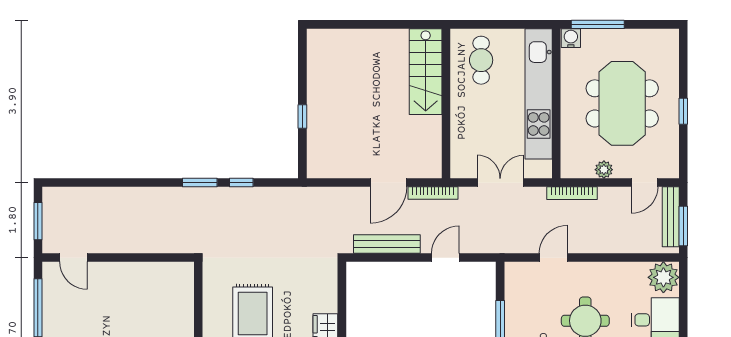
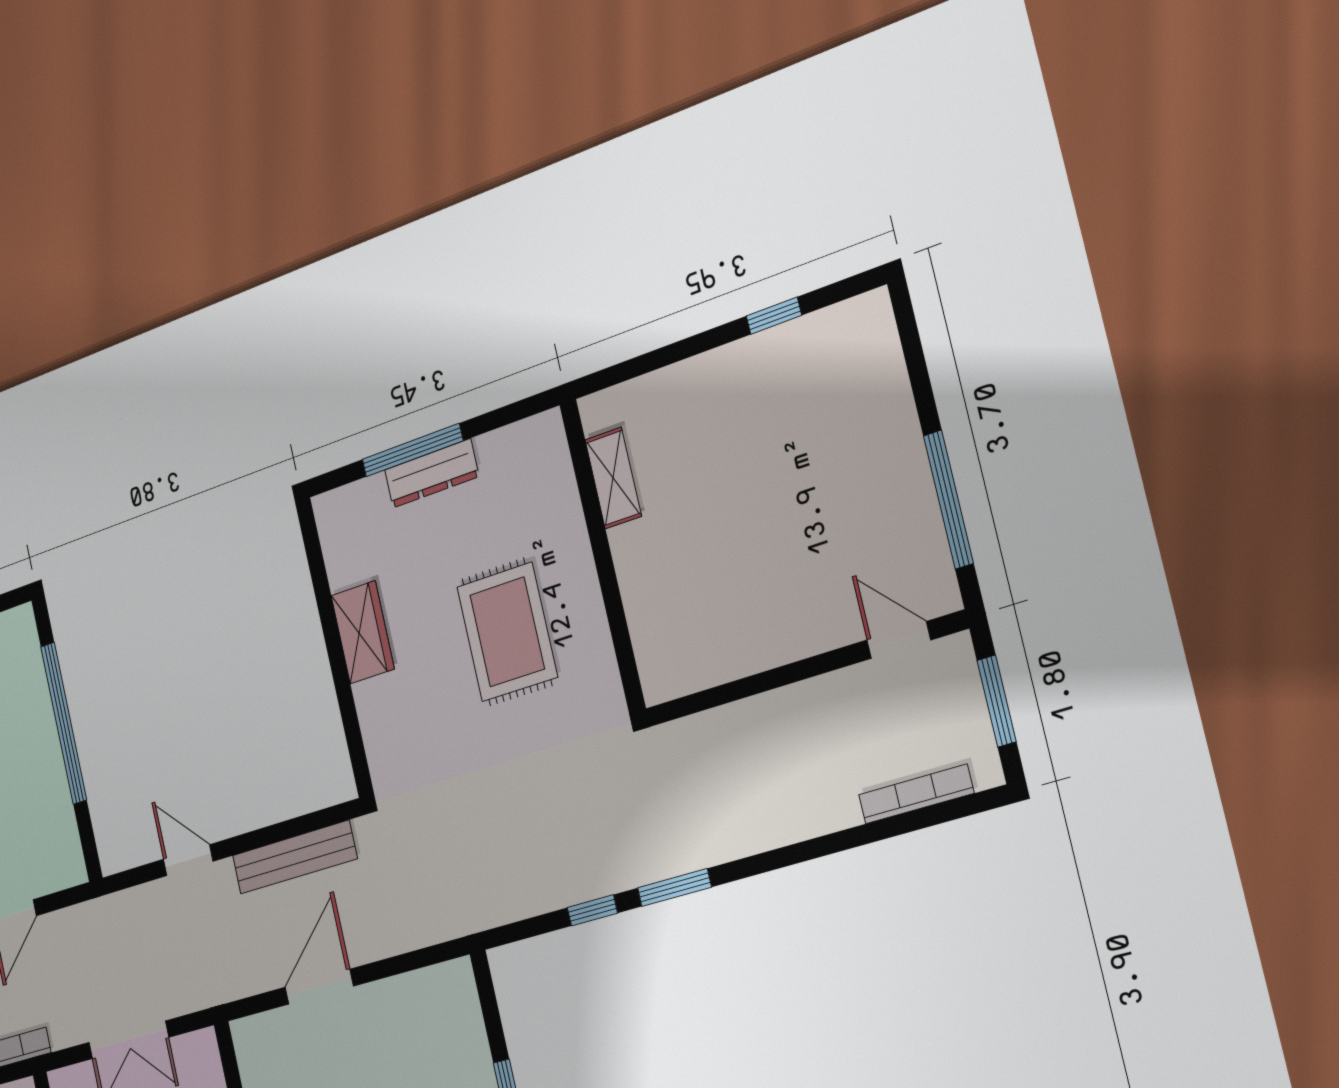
bookcase: (433, 193) -> (916, 794), moved
door: (445, 258) -> (188, 860), swing flipped

